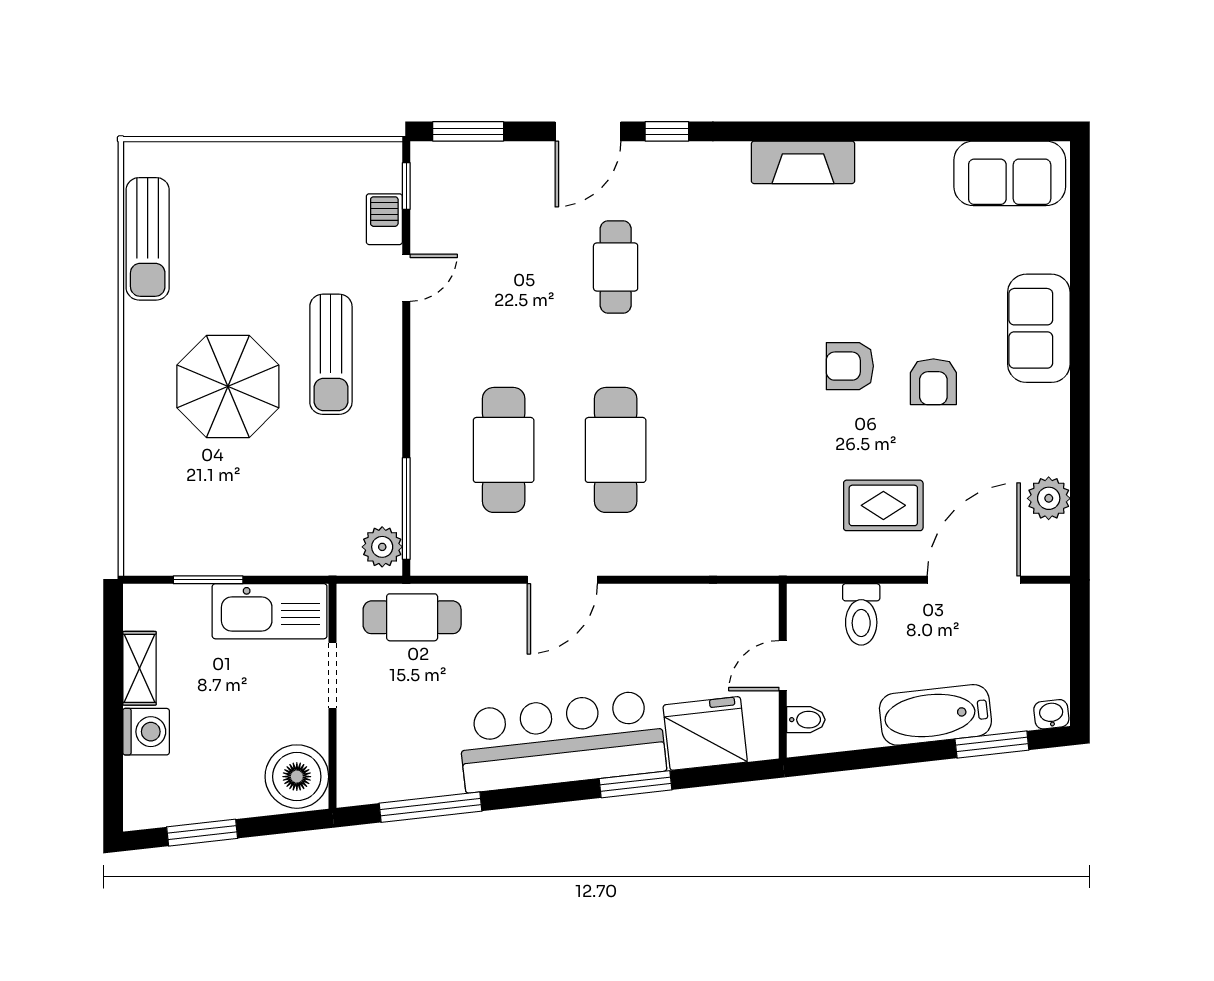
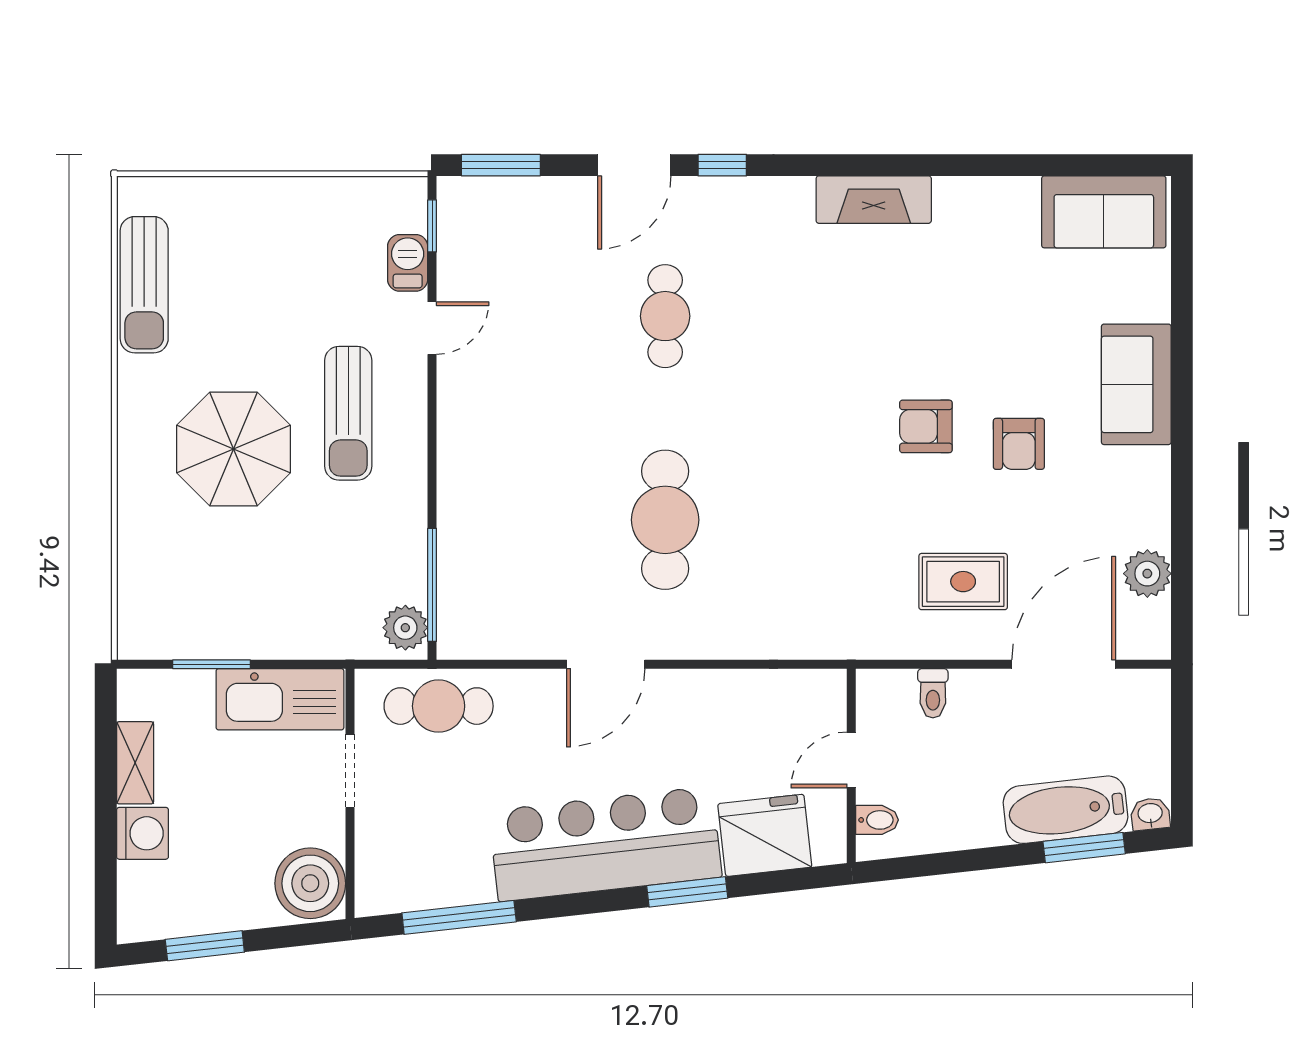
cafe table: (504, 450) -> (540, 520), removed
toilet: (861, 614) -> (933, 693), width x0.73, depth x0.72
bathtub: (935, 715) -> (1066, 810), moved

